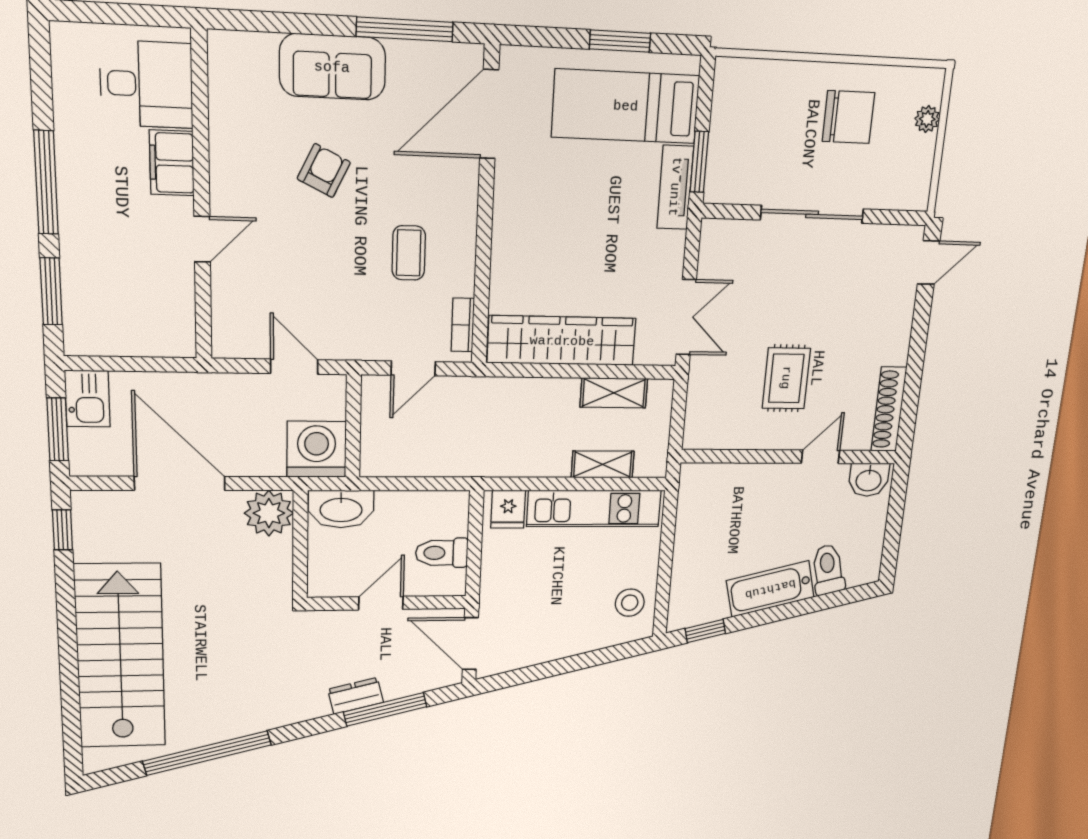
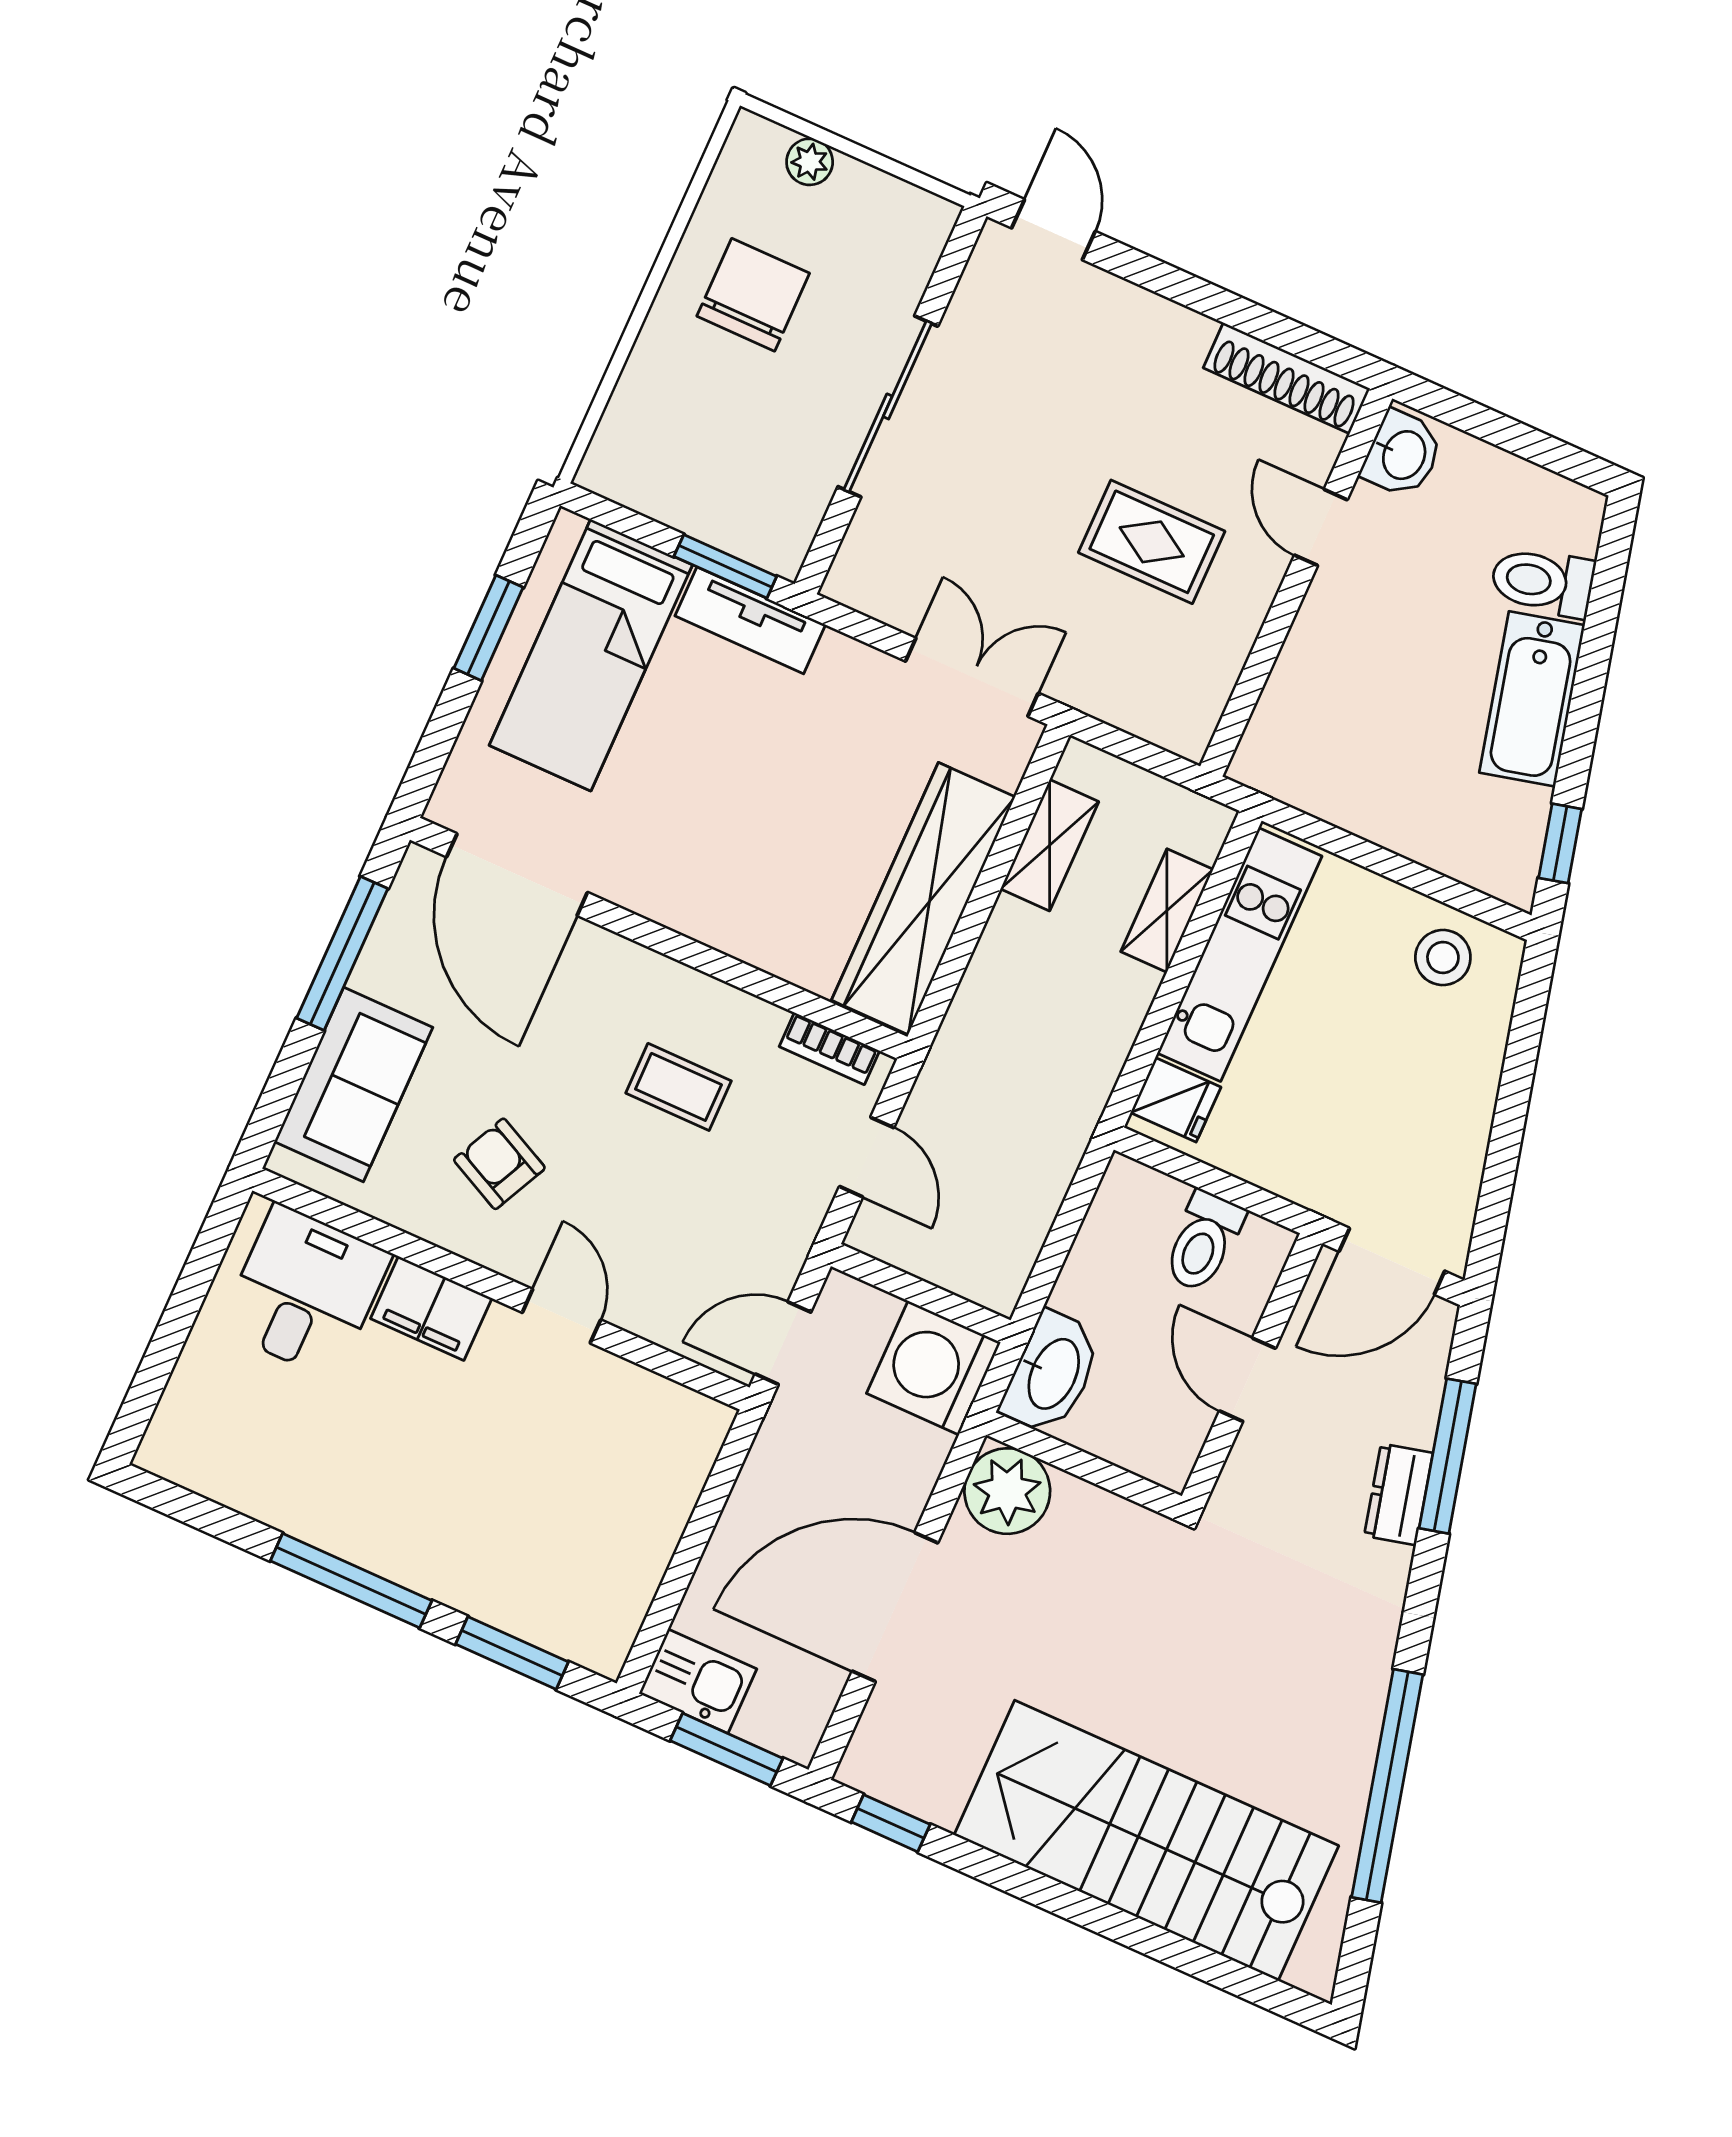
desk: (146, 84) -> (305, 1292), moved
filing cabinet: (172, 163) -> (431, 1308), moved
wall: (201, 199) -> (501, 1289), moved
door: (202, 239) -> (561, 1316), moved

